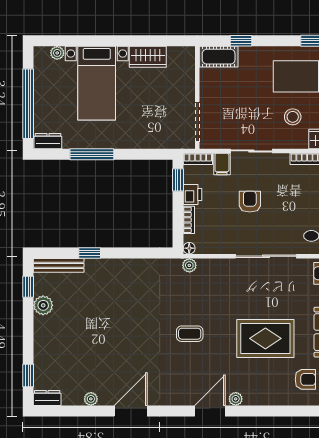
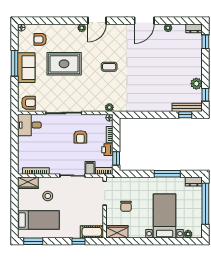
wardrobe: (148, 57) -> (117, 232), moved
chair: (161, 100) -> (126, 206), added
armchair: (250, 202) -> (80, 137), moved
window: (90, 253) -> (185, 115), moved

